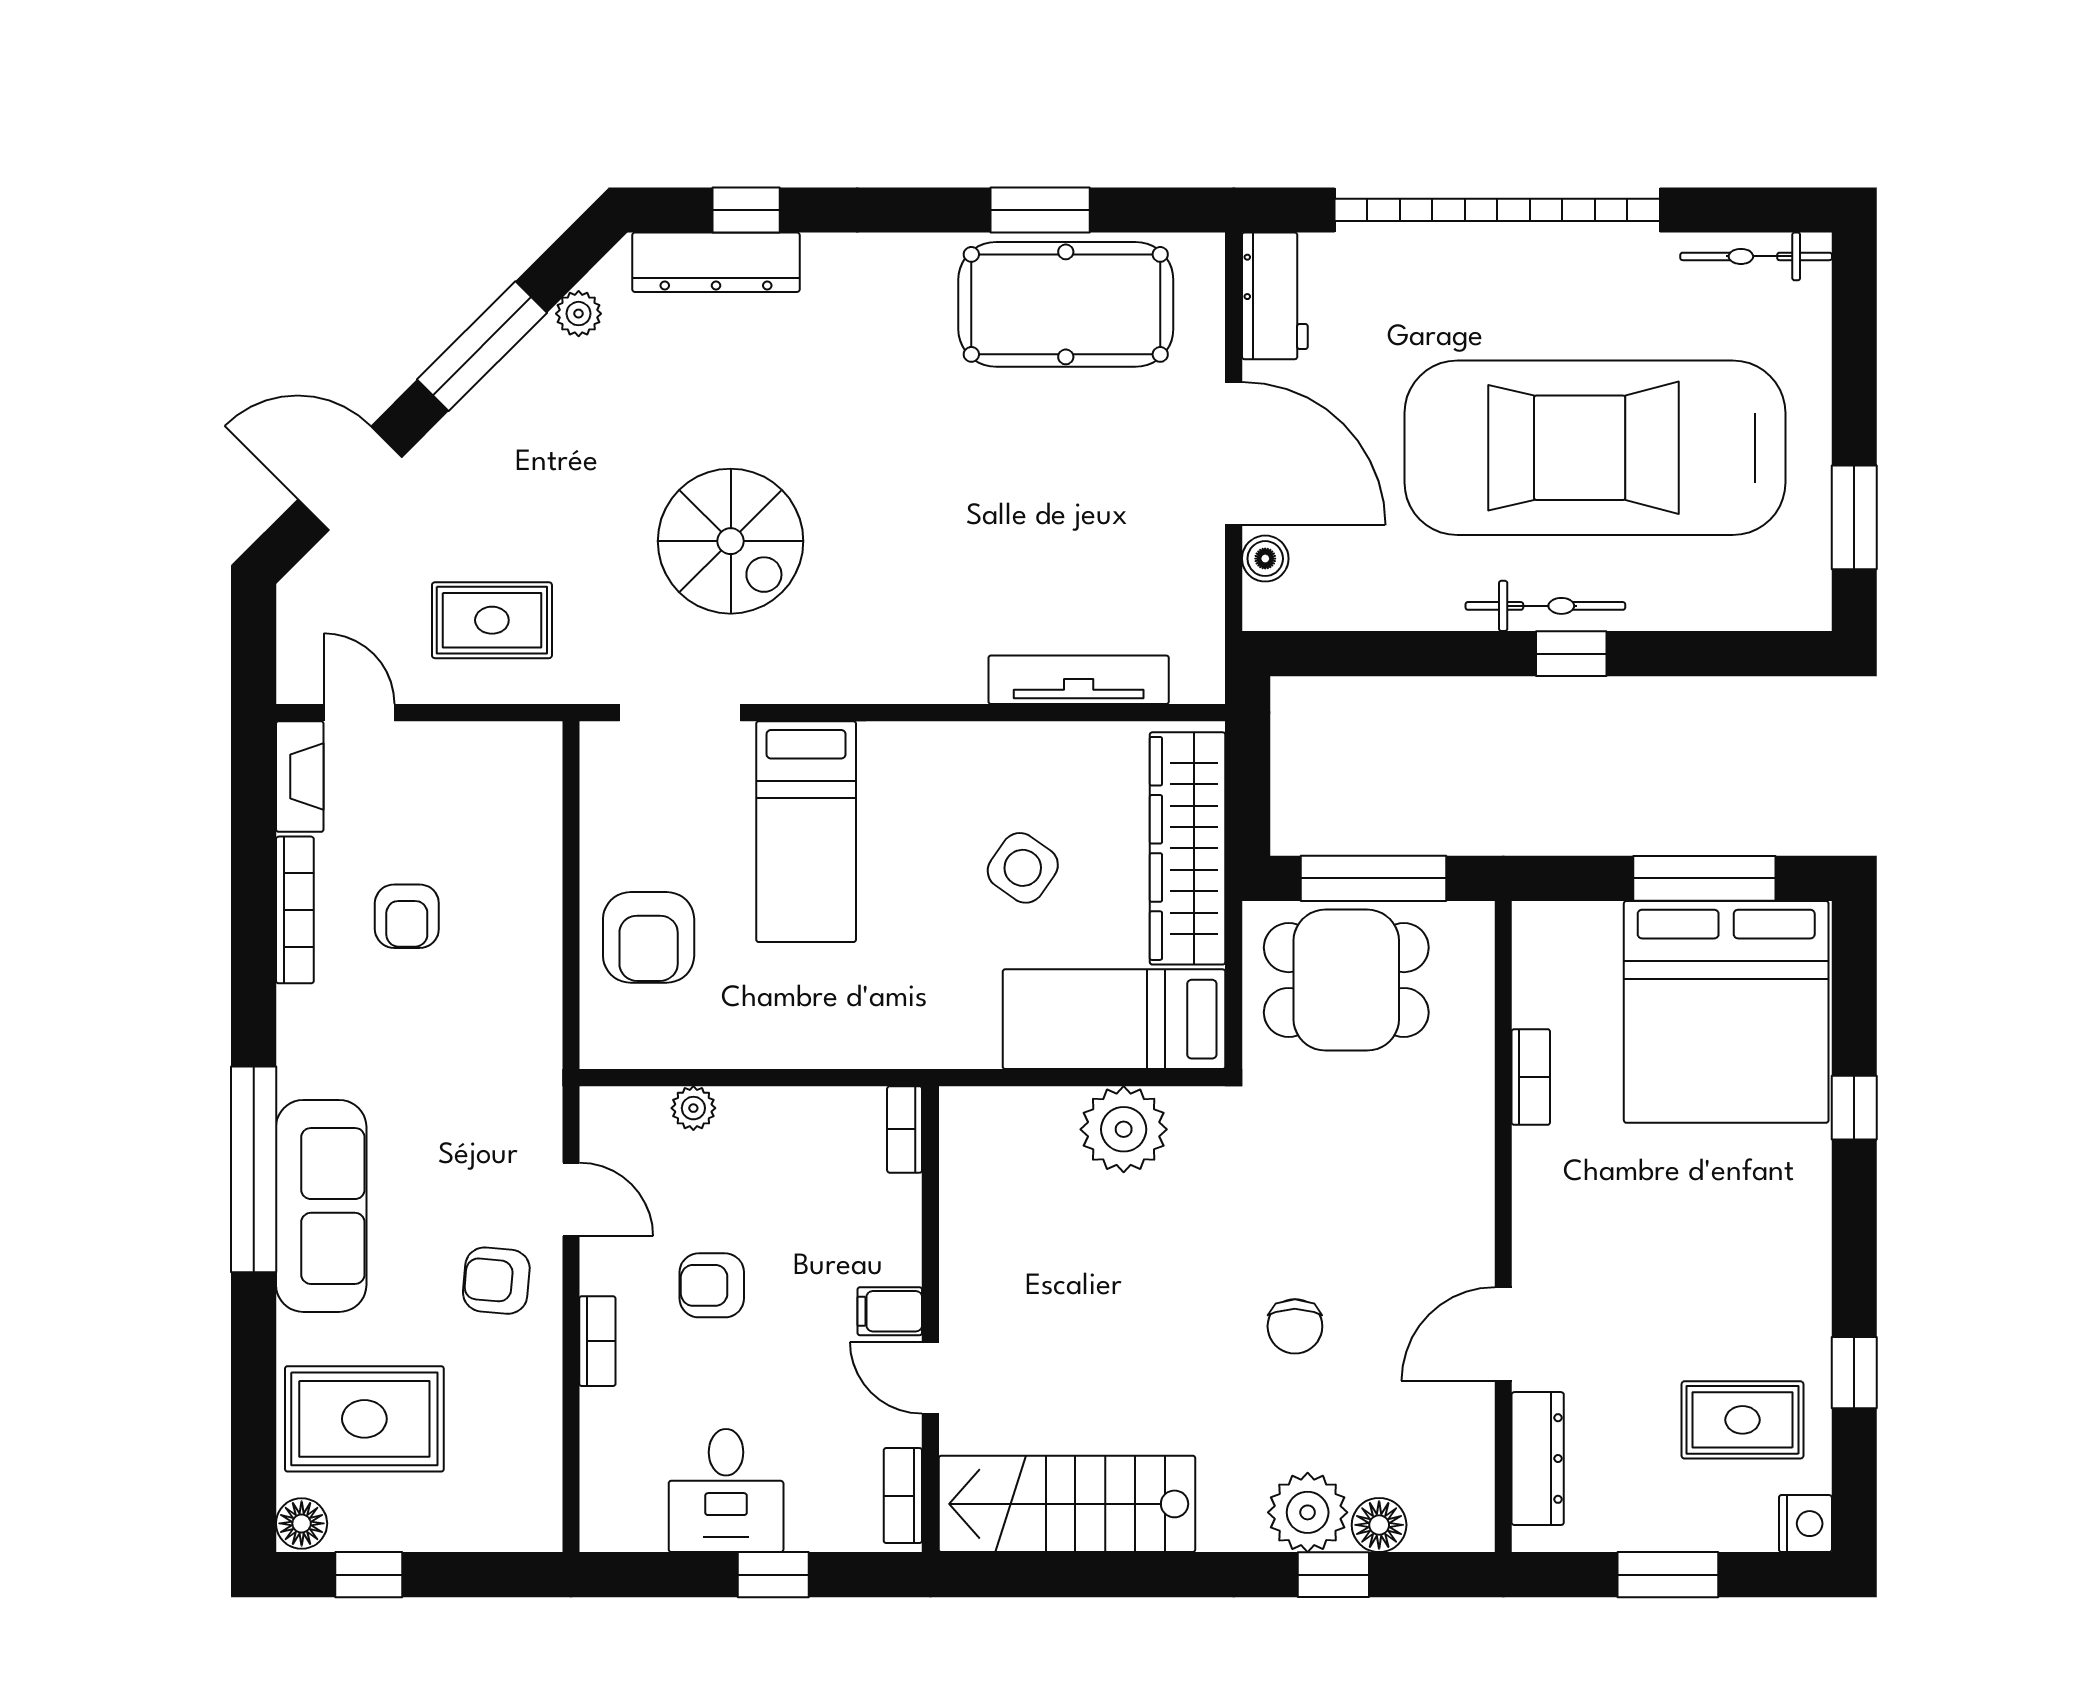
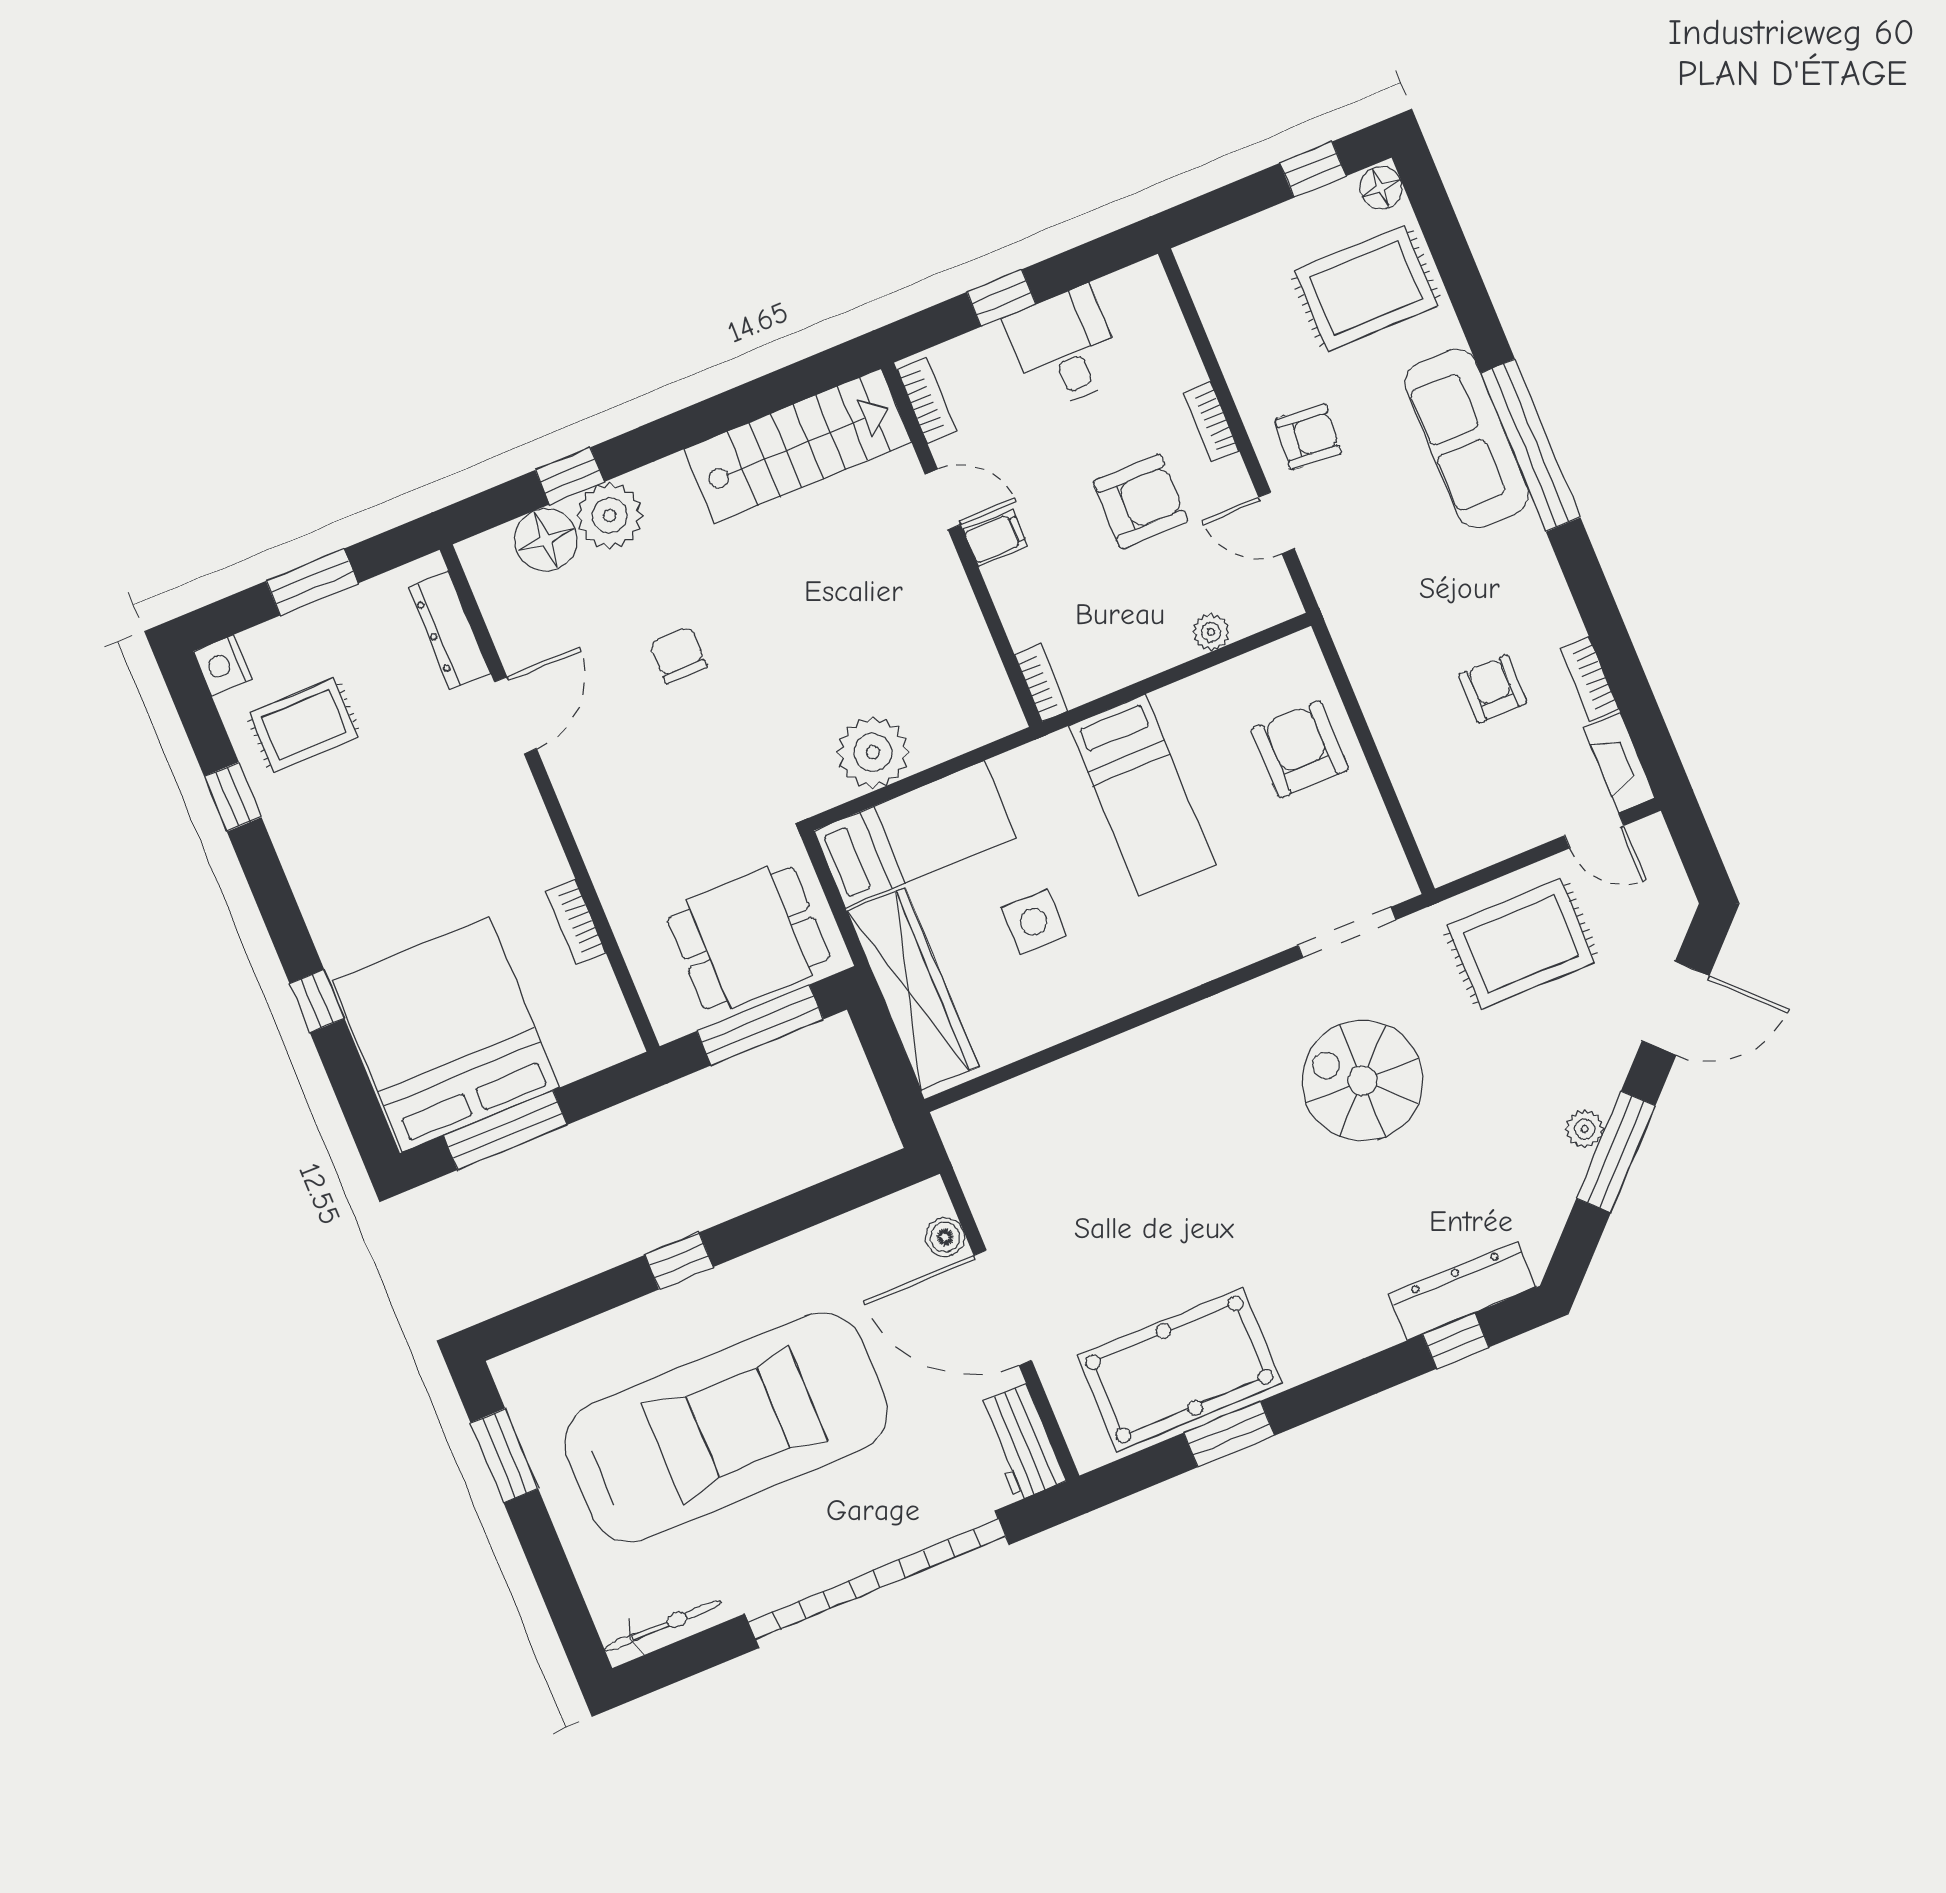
plant: (579, 314) -> (1585, 1129), moved
bicycle: (1545, 606) -> (714, 1289), removed
rug: (492, 620) -> (1521, 944), width x1.36, depth x1.43
tv unit: (1079, 680) -> (1050, 1084), removed
bed: (806, 832) -> (1142, 795), moved, turned 180
side table: (1023, 868) -> (1034, 922), turned -35
bookcase: (295, 910) -> (1589, 679), width x0.64
armchair: (712, 1285) -> (1141, 501), width x1.38, depth x1.38
floor lamp: (1379, 1525) -> (546, 540), width x1.38, depth x1.38

